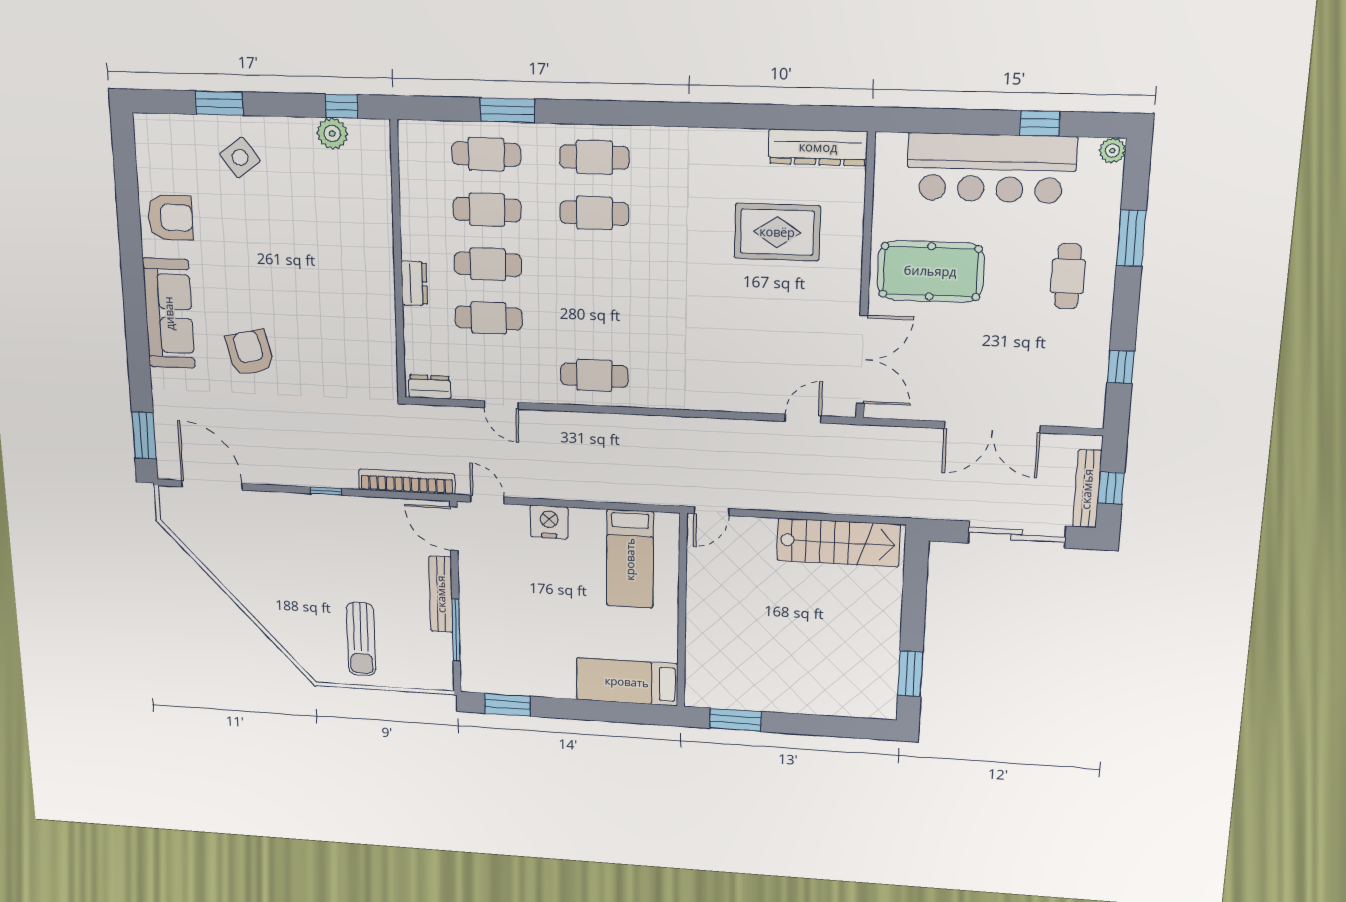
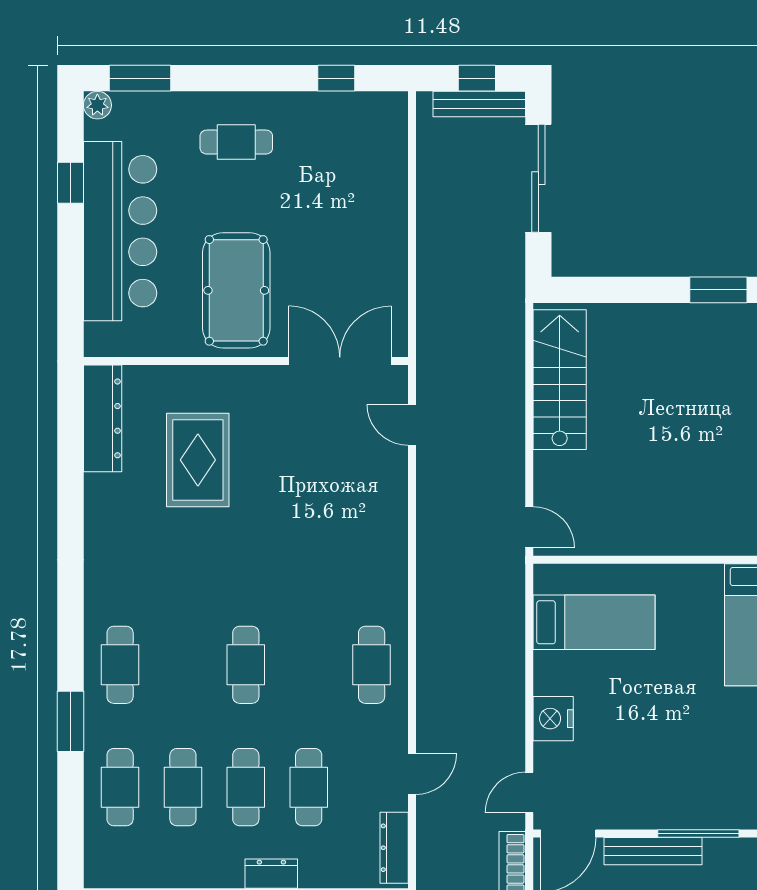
window: (508, 110) -> (70, 721), moved
cafe table: (594, 213) -> (246, 665), moved
window: (1131, 238) -> (140, 78), moved
dresser: (430, 387) -> (394, 848), width x1.44
double door: (992, 427) -> (412, 213), removed

